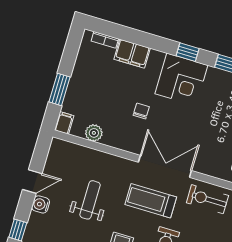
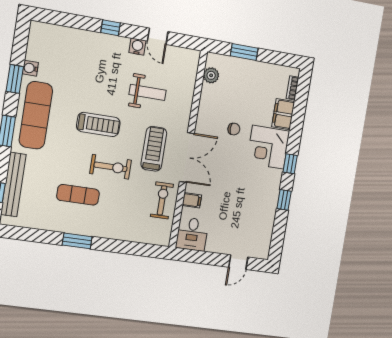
corner desk: (181, 79) -> (268, 147), moved
filing cabinet: (64, 123) -> (192, 200), moved
plant: (94, 133) -> (211, 75), moved

